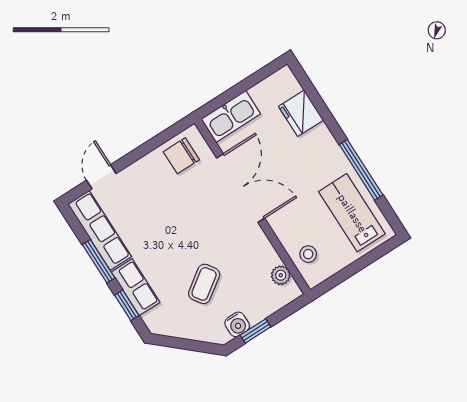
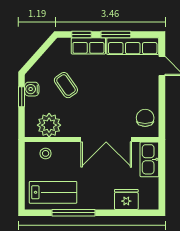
plant: (281, 275) -> (49, 125), width x1.87, depth x1.87

